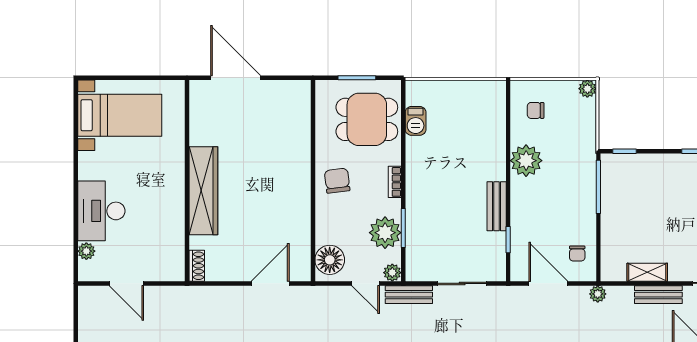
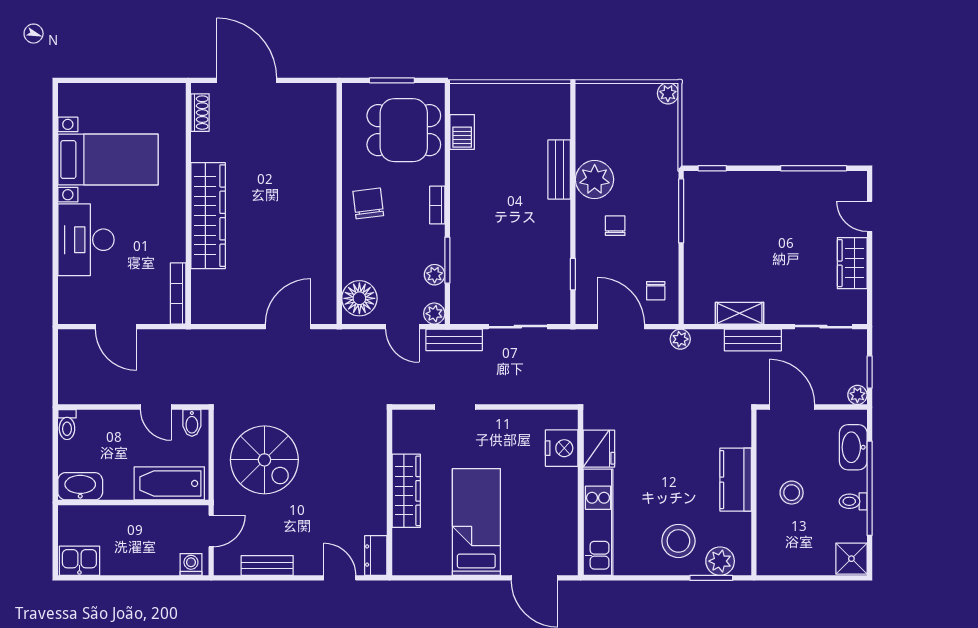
chair: (536, 110) -> (615, 226), moved, turned 90
bed with nightstands: (120, 115) -> (108, 160), moved
bench: (497, 206) -> (559, 170), moved
plant: (385, 233) -> (435, 275), width x0.53, depth x0.53
plant: (86, 251) -> (68, 288), removed
bookcase: (178, 256) -> (178, 294), added
shoe rack: (197, 266) -> (200, 113), moved

